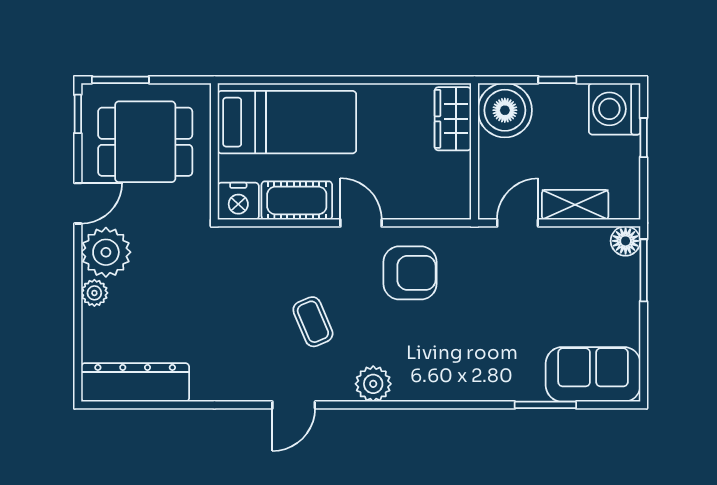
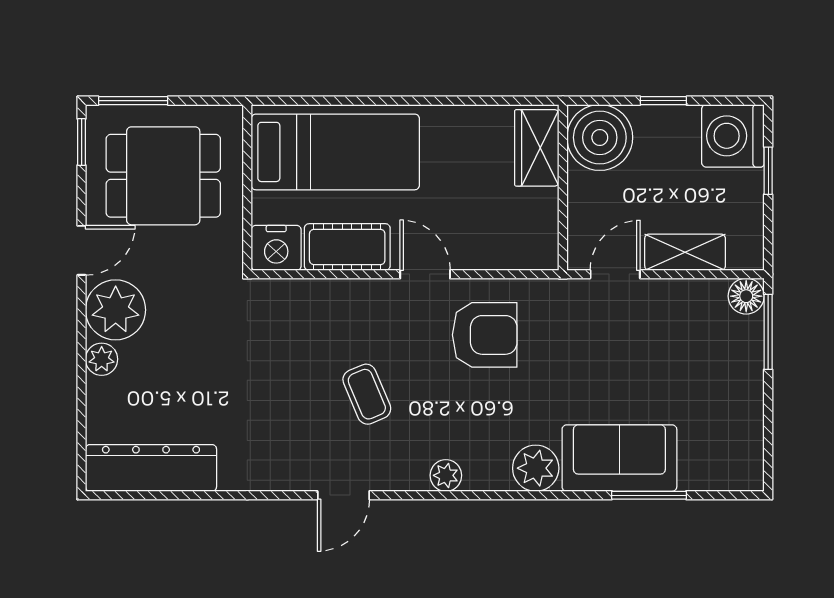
sofa: (593, 374) -> (619, 458), moved
plant: (452, 383) -> (536, 468), added
plant: (373, 384) -> (446, 475), width x0.73, depth x0.73

